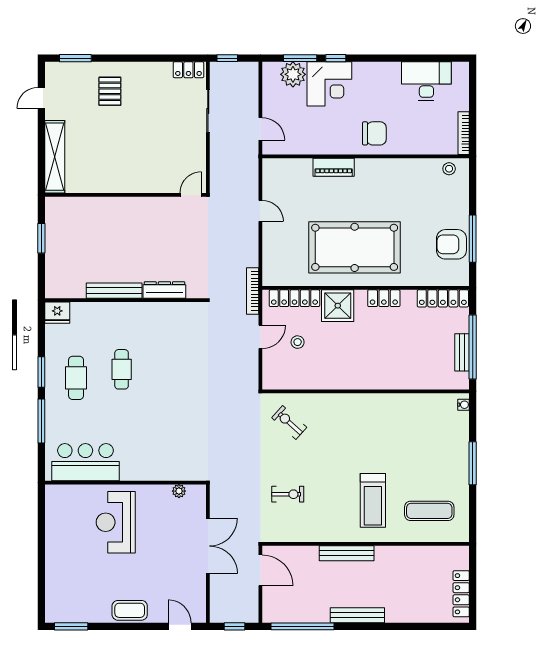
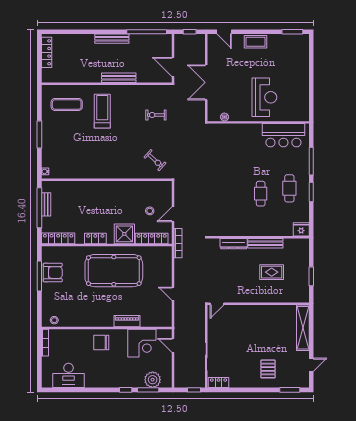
corner desk: (329, 84) -> (142, 343), moved, turned 180
rug: (104, 245) -> (272, 272), added

